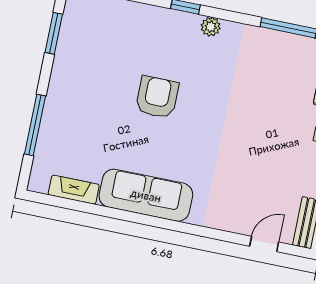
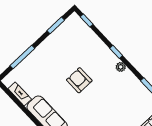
armchair: (157, 97) -> (79, 80), turned -90

